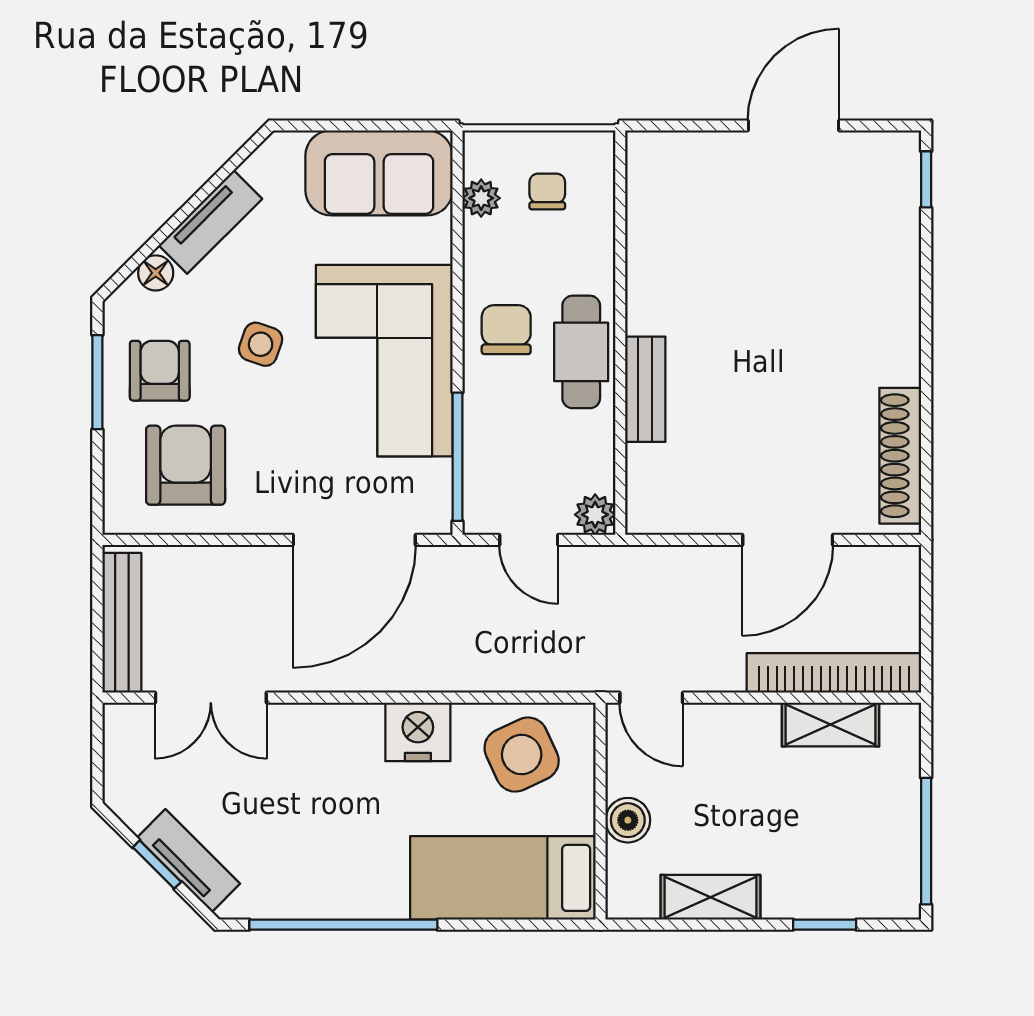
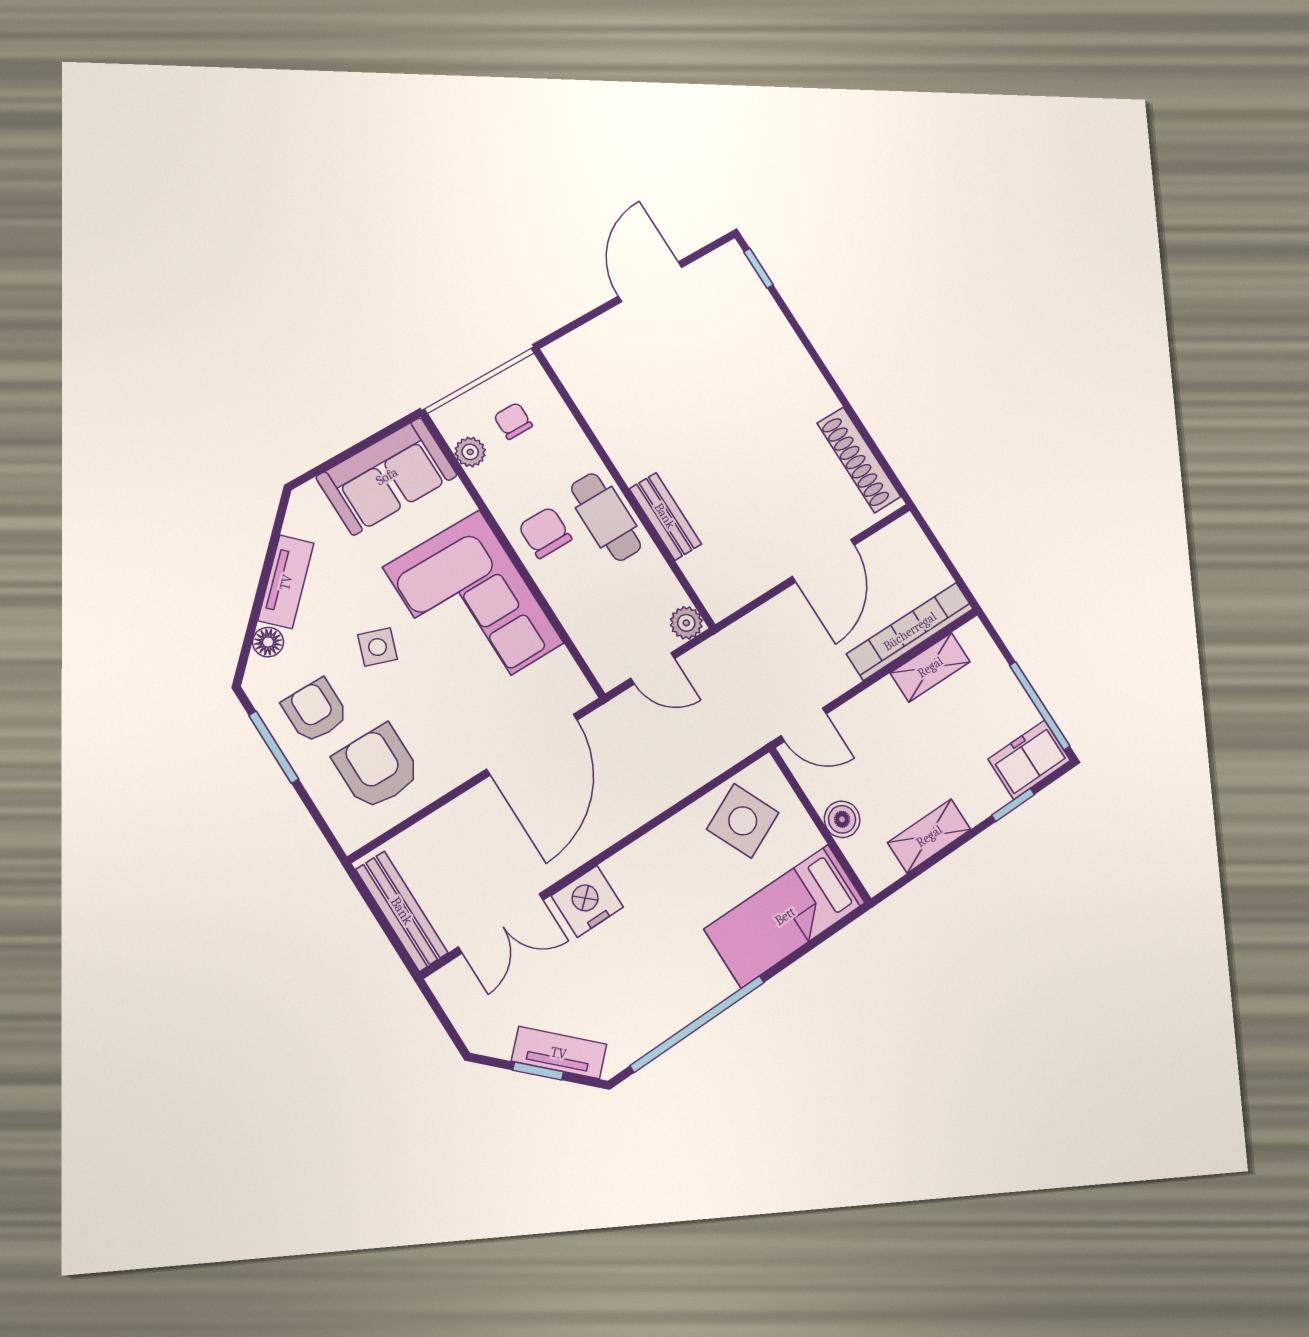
window: (457, 457) -> (567, 641), removed
nightstand: (418, 732) -> (587, 901), moved
freezer: (875, 890) -> (1029, 760), added

